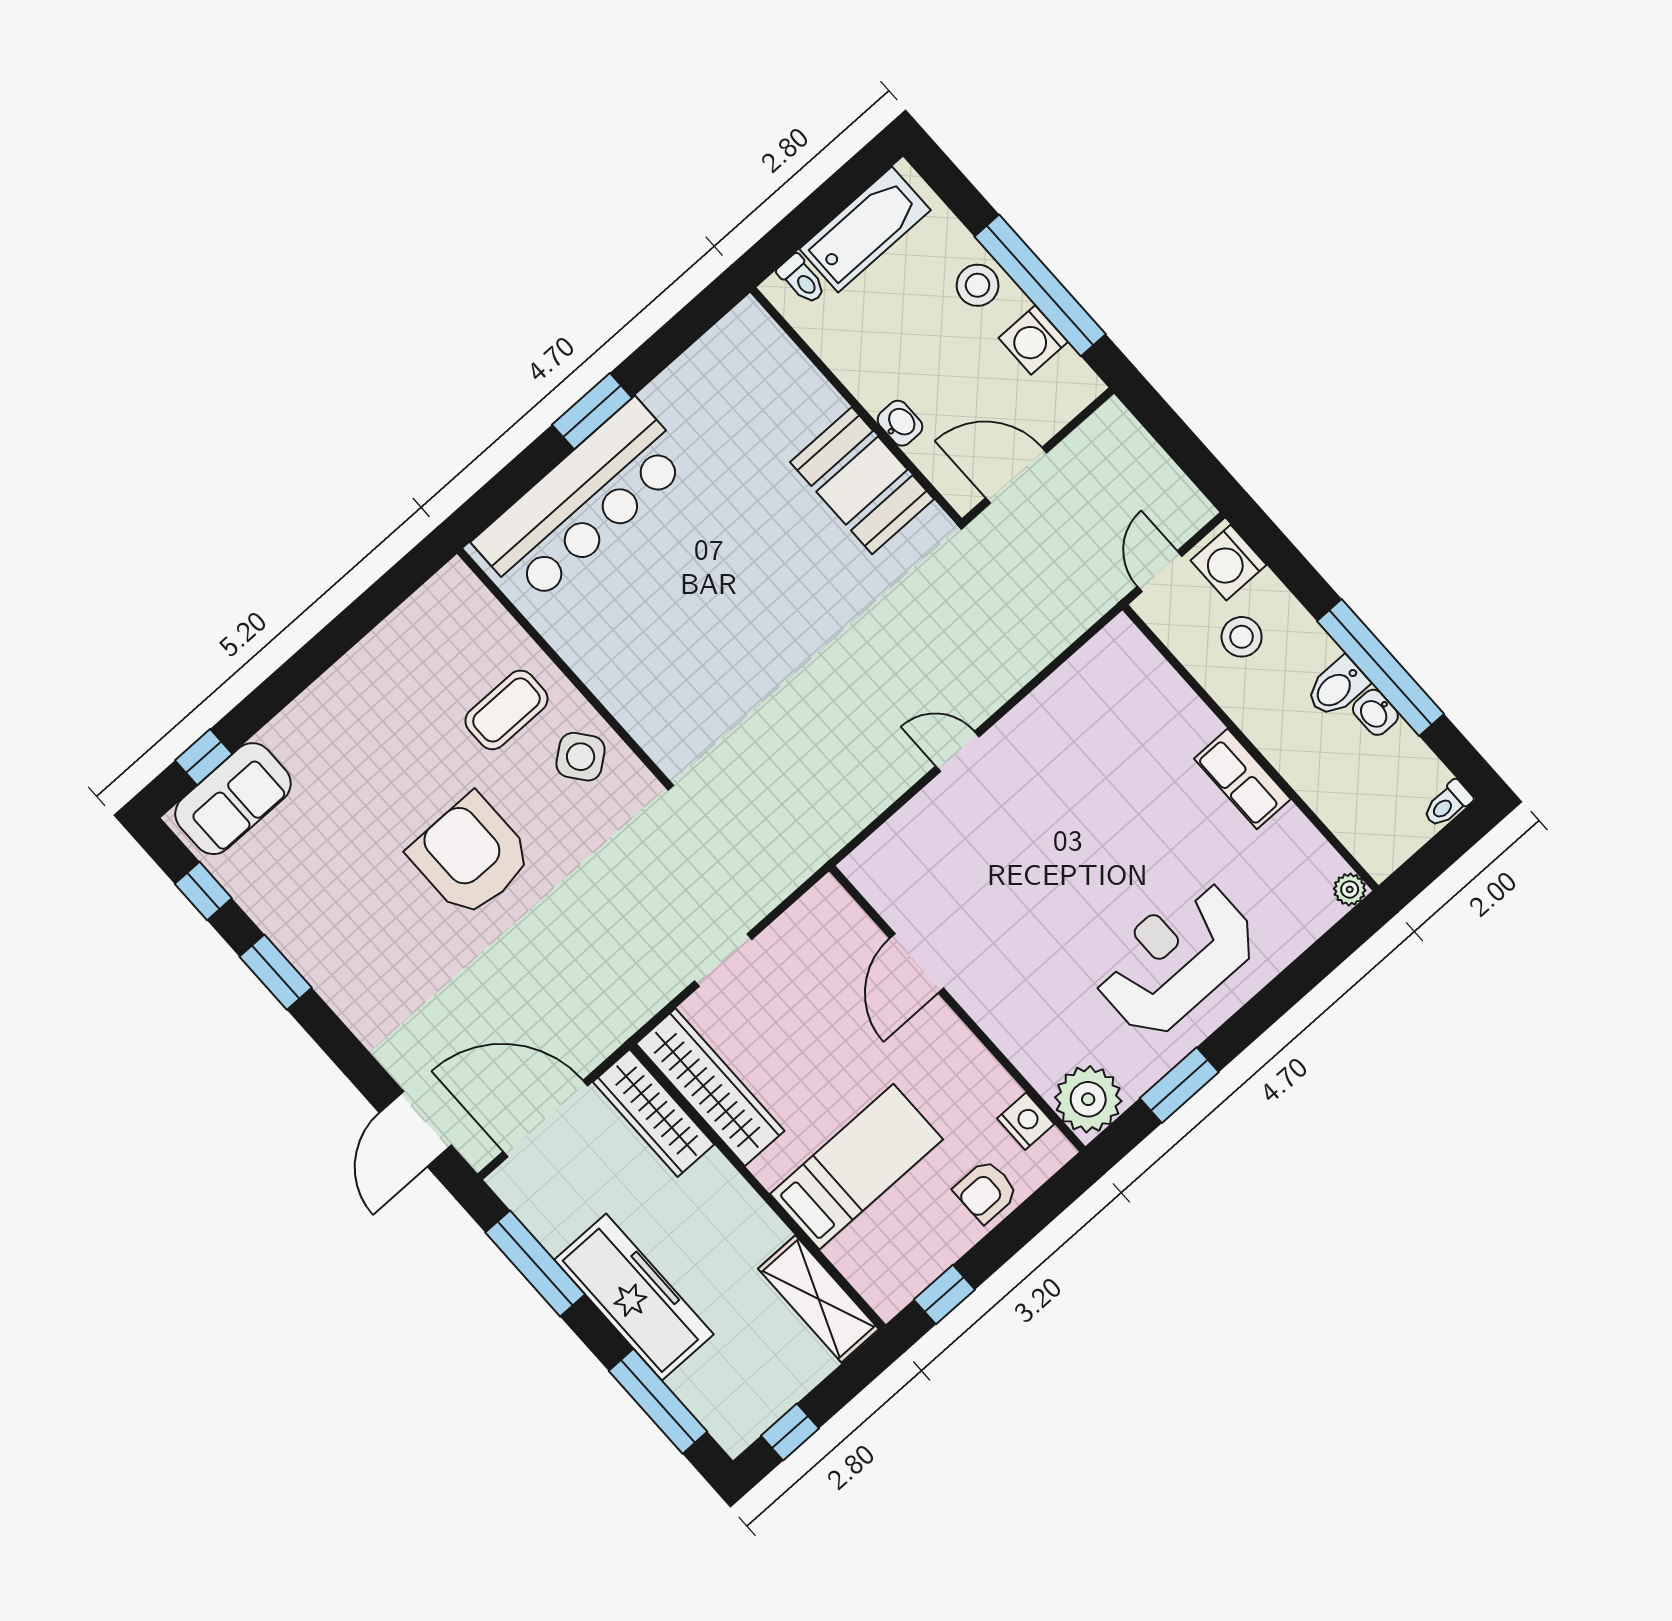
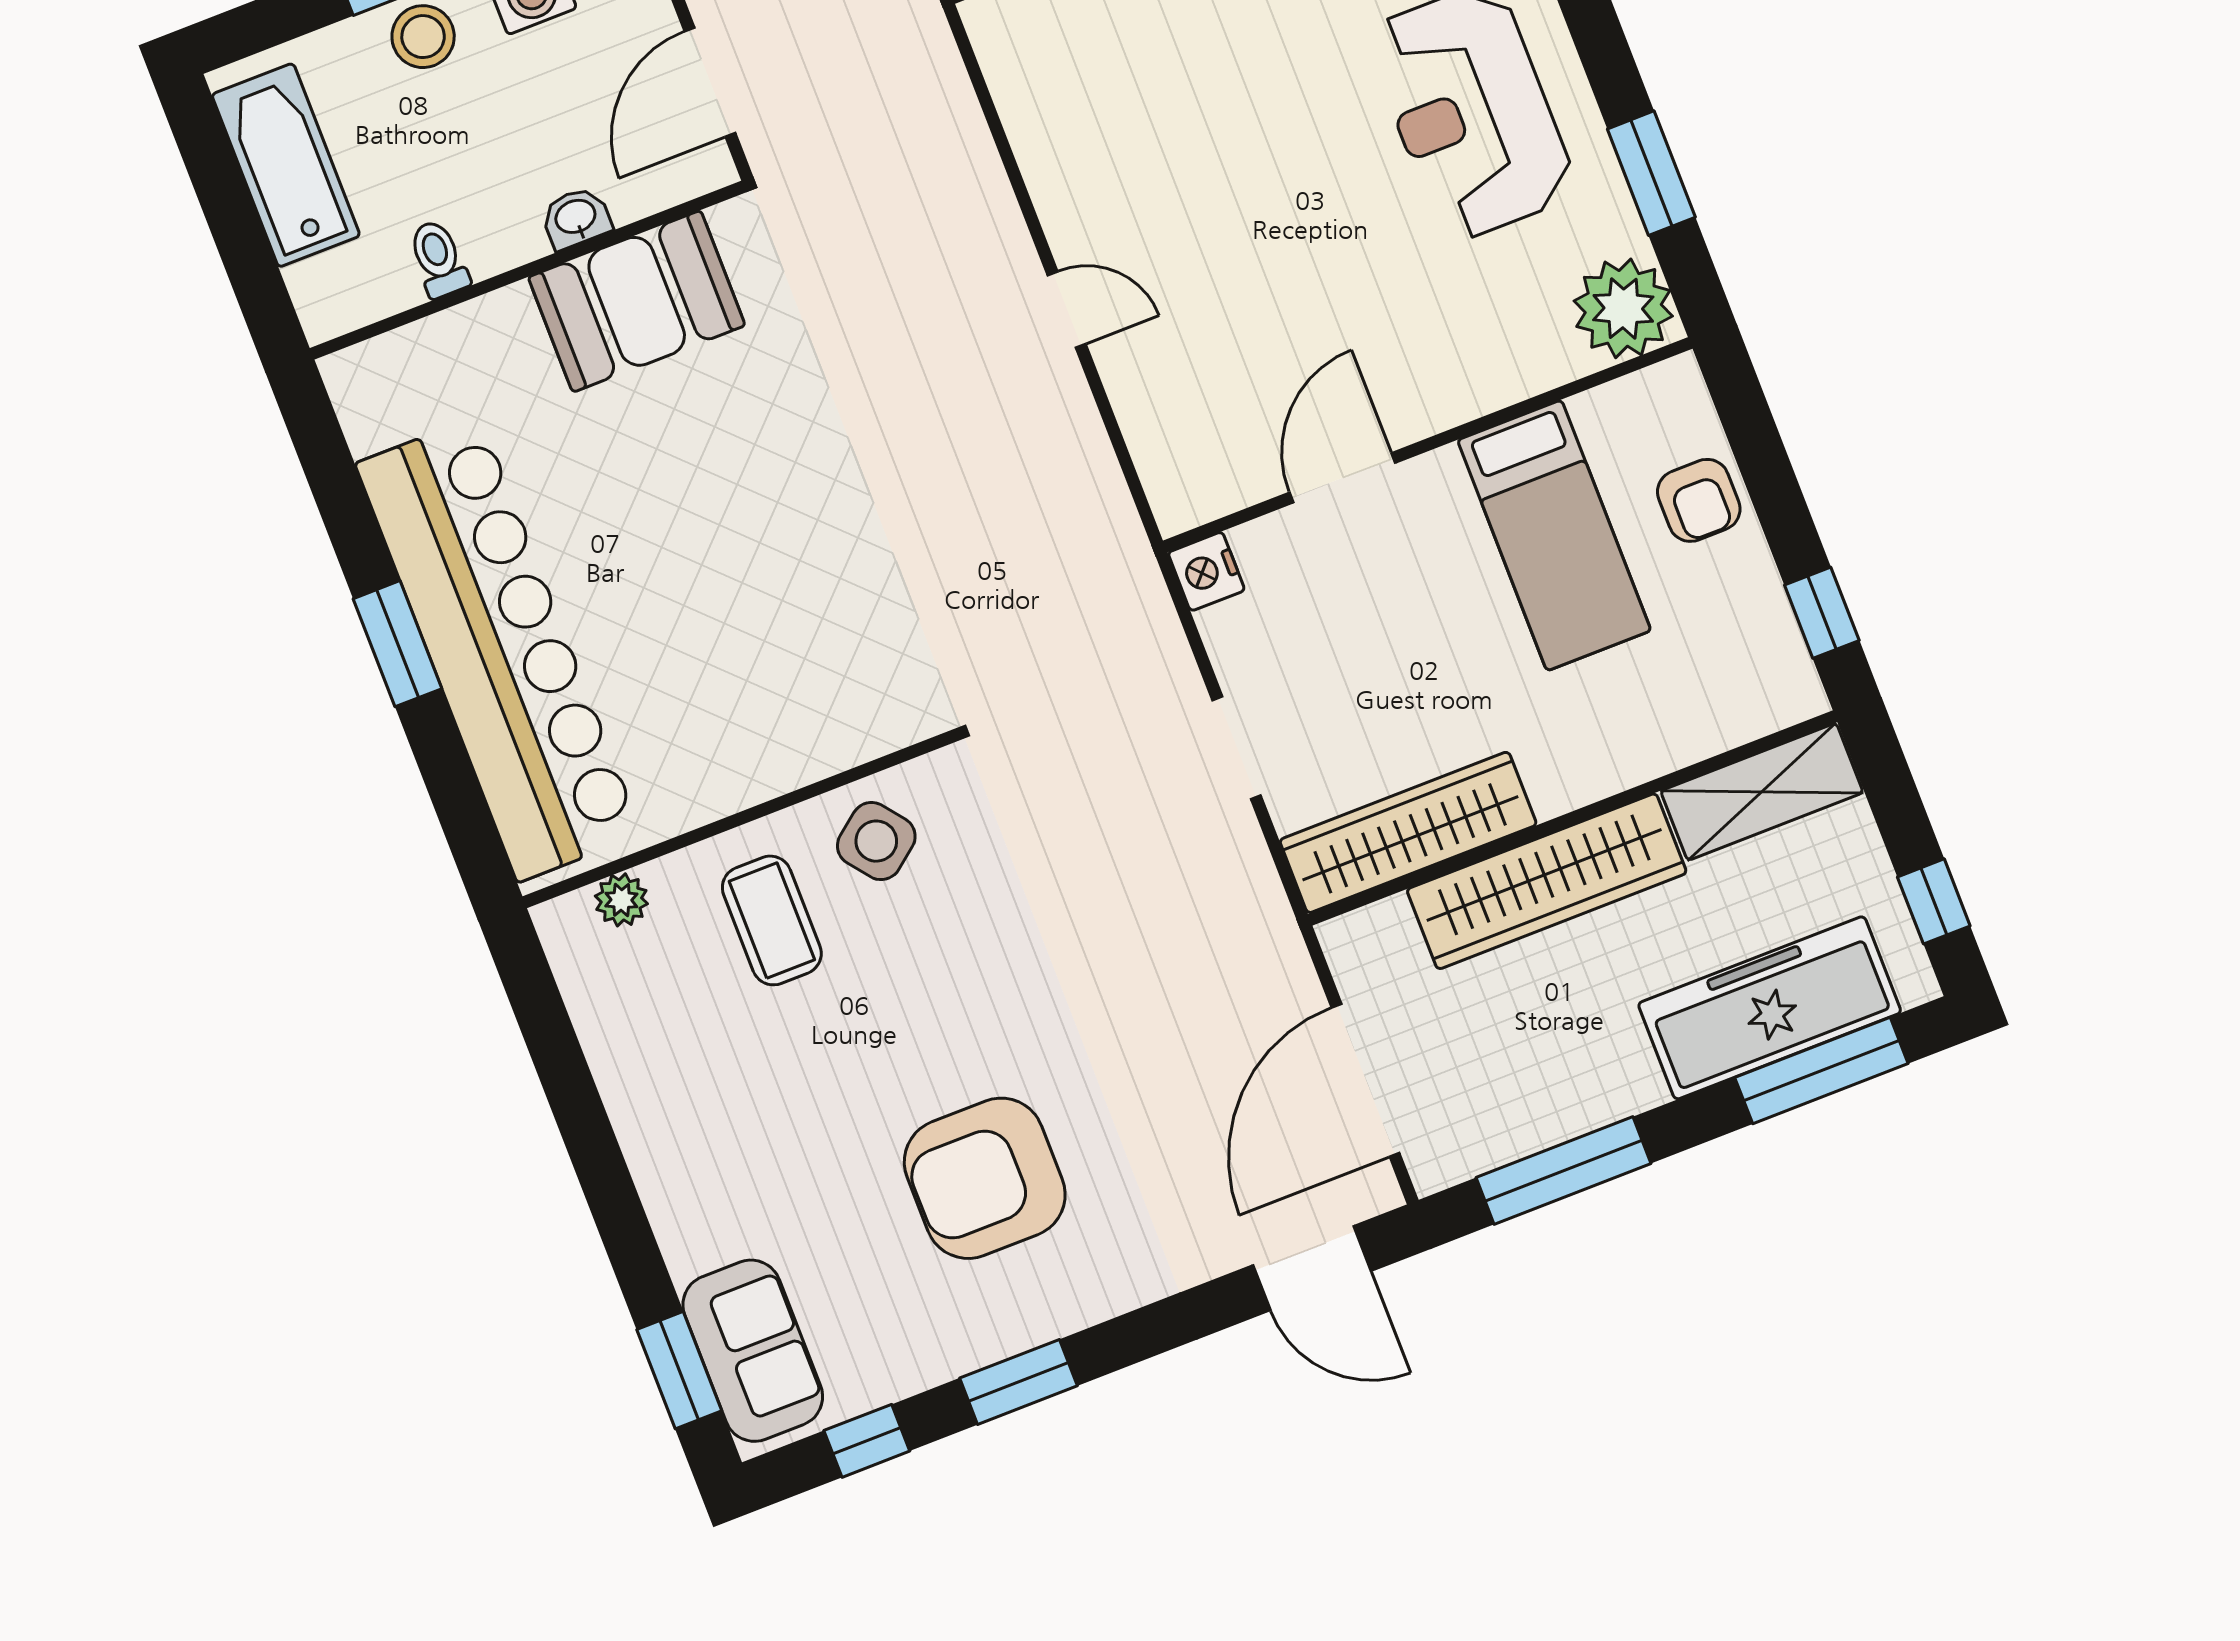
toilet: (802, 279) -> (439, 259), moved, turned -90
bar counter: (582, 502) -> (499, 649), width x1.36
plant: (484, 611) -> (621, 900), added
door: (957, 751) -> (1067, 309), swing flipped
window: (204, 757) -> (679, 1370), width x1.50
armchair: (471, 856) -> (985, 1178), moved
door: (917, 963) -> (1343, 478), swing flipped
wardrobe: (654, 1113) -> (1547, 881), moved, width x1.40, depth x1.17
nightstand: (1026, 1121) -> (1206, 571), moved, turned -90
bed: (856, 1167) -> (1554, 535), moved, turned 180
freezer: (634, 1297) -> (1770, 1008), moved

